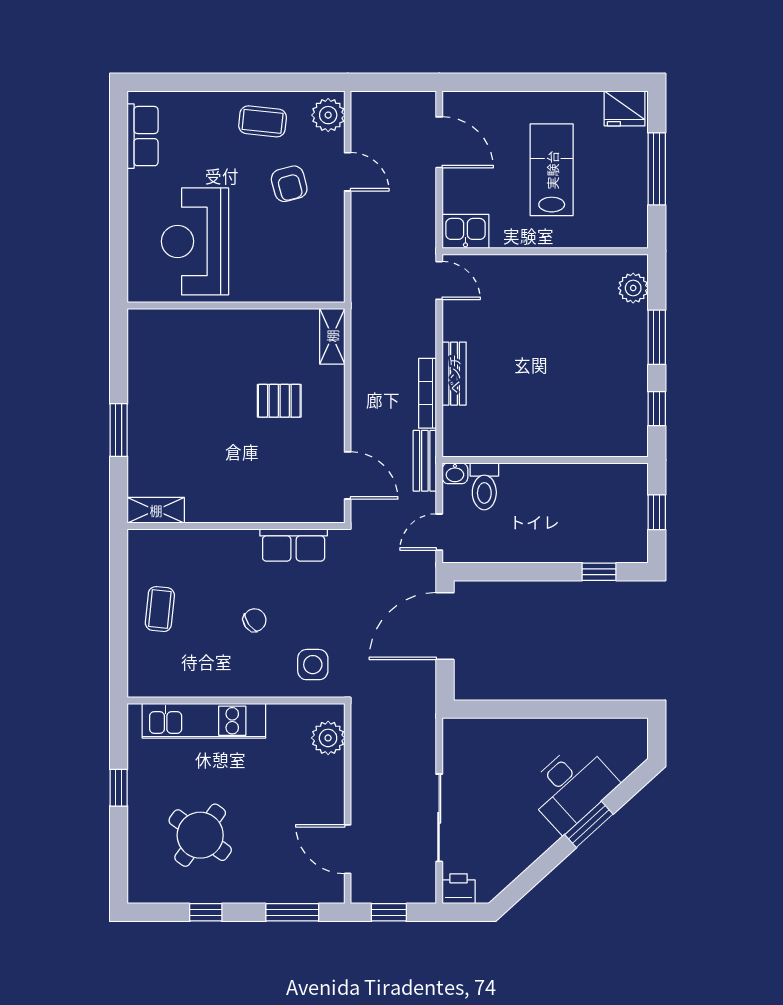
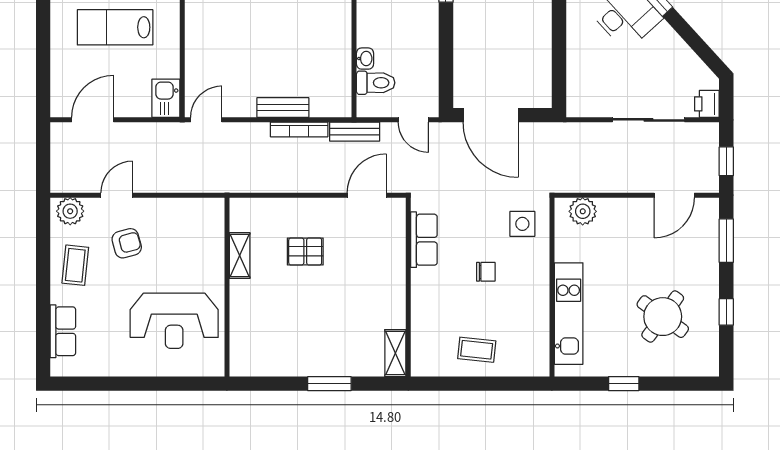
row of seats: (143, 136) -> (63, 331), moved, turned 90
shelving: (332, 336) -> (240, 256), moved, turned 90
pallet: (279, 401) -> (305, 251), turned 90
washbasin: (455, 473) -> (365, 59), moved
chair: (255, 620) -> (486, 272), turned 125

